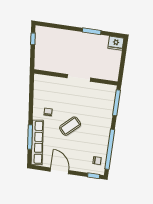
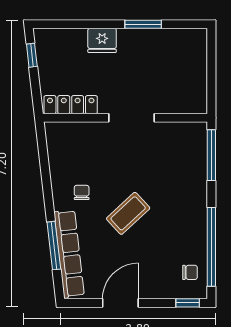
fridge: (116, 43) -> (102, 40), moved
locker: (49, 67) -> (71, 105), added
door: (60, 171) -> (120, 303), hinge flipped

